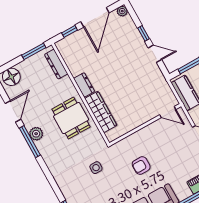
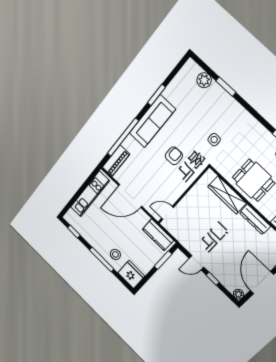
dresser: (84, 85) -> (255, 219), width x1.44

